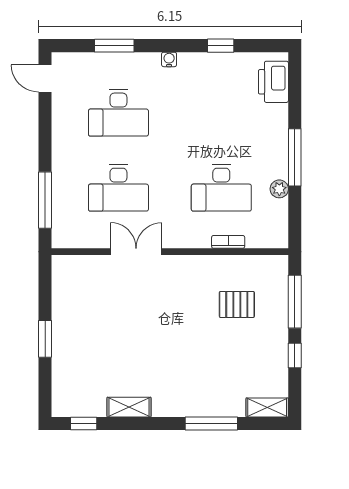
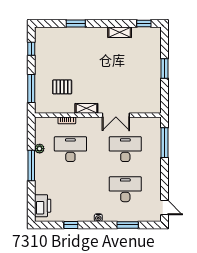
window: (295, 355) -> (31, 49), moved
shelving: (267, 407) -> (86, 108), moved
window: (211, 423) -> (76, 24), width x0.69

